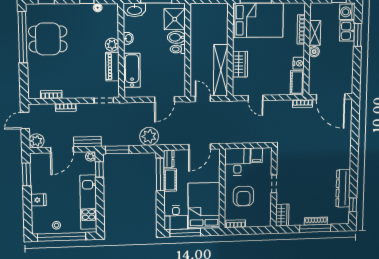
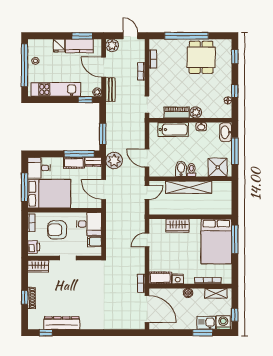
shelving: (315, 33) -> (216, 293), moved
window: (23, 37) -> (186, 36), moved
bidet: (176, 37) -> (181, 169), moved
shelving: (221, 70) -> (189, 187), moved
door: (331, 97) -> (147, 309), swing flipped
plant: (149, 136) -> (114, 160), moved
window: (117, 150) -> (103, 134), moved
kitchen counter: (38, 177) -> (79, 46), added
printer: (262, 221) -> (34, 247), added
window: (315, 228) -> (25, 297), width x0.46
window: (185, 233) -> (25, 187), moved

